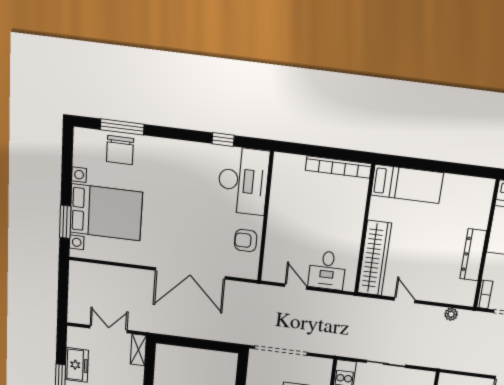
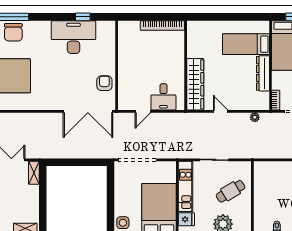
desk: (243, 181) -> (73, 37), moved, turned -90
bed: (407, 184) -> (246, 44), moved, turned 180
armchair: (246, 241) -> (104, 83), turned 90
double door: (190, 273) -> (88, 111), moved
door: (296, 287) -> (143, 111), swing flipped

